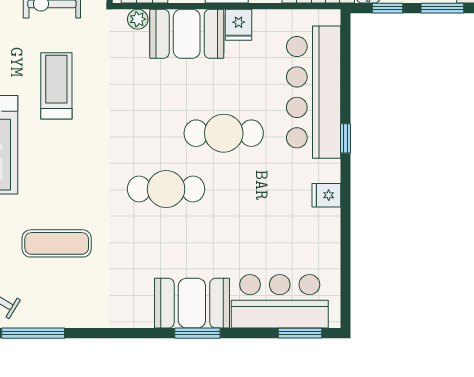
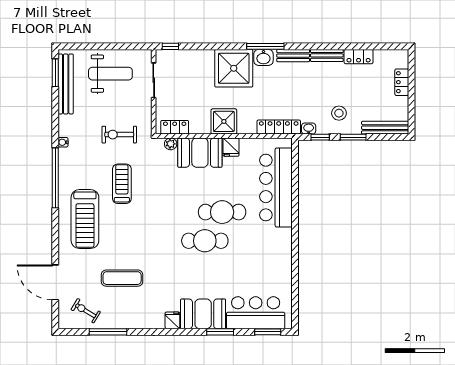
window: (345, 138) -> (295, 215), removed
cafe table: (166, 189) -> (205, 241), moved
fridge: (326, 195) -> (172, 320), moved, turned 90
window: (197, 333) -> (220, 332), moved

